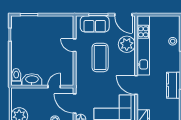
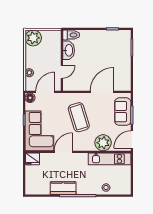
door: (75, 45) -> (102, 92), width x1.87
kitchen unit: (143, 45) -> (110, 159), width x0.73
coffee table: (100, 58) -> (79, 117), moved, turned 73
door: (54, 87) -> (62, 72), hinge flipped

